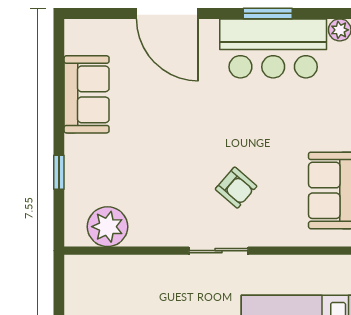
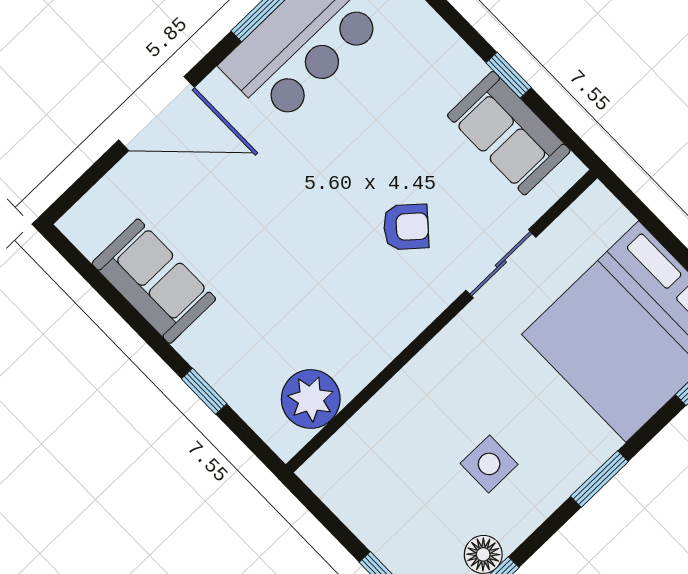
sliding door: (218, 251) -> (501, 264), moved

